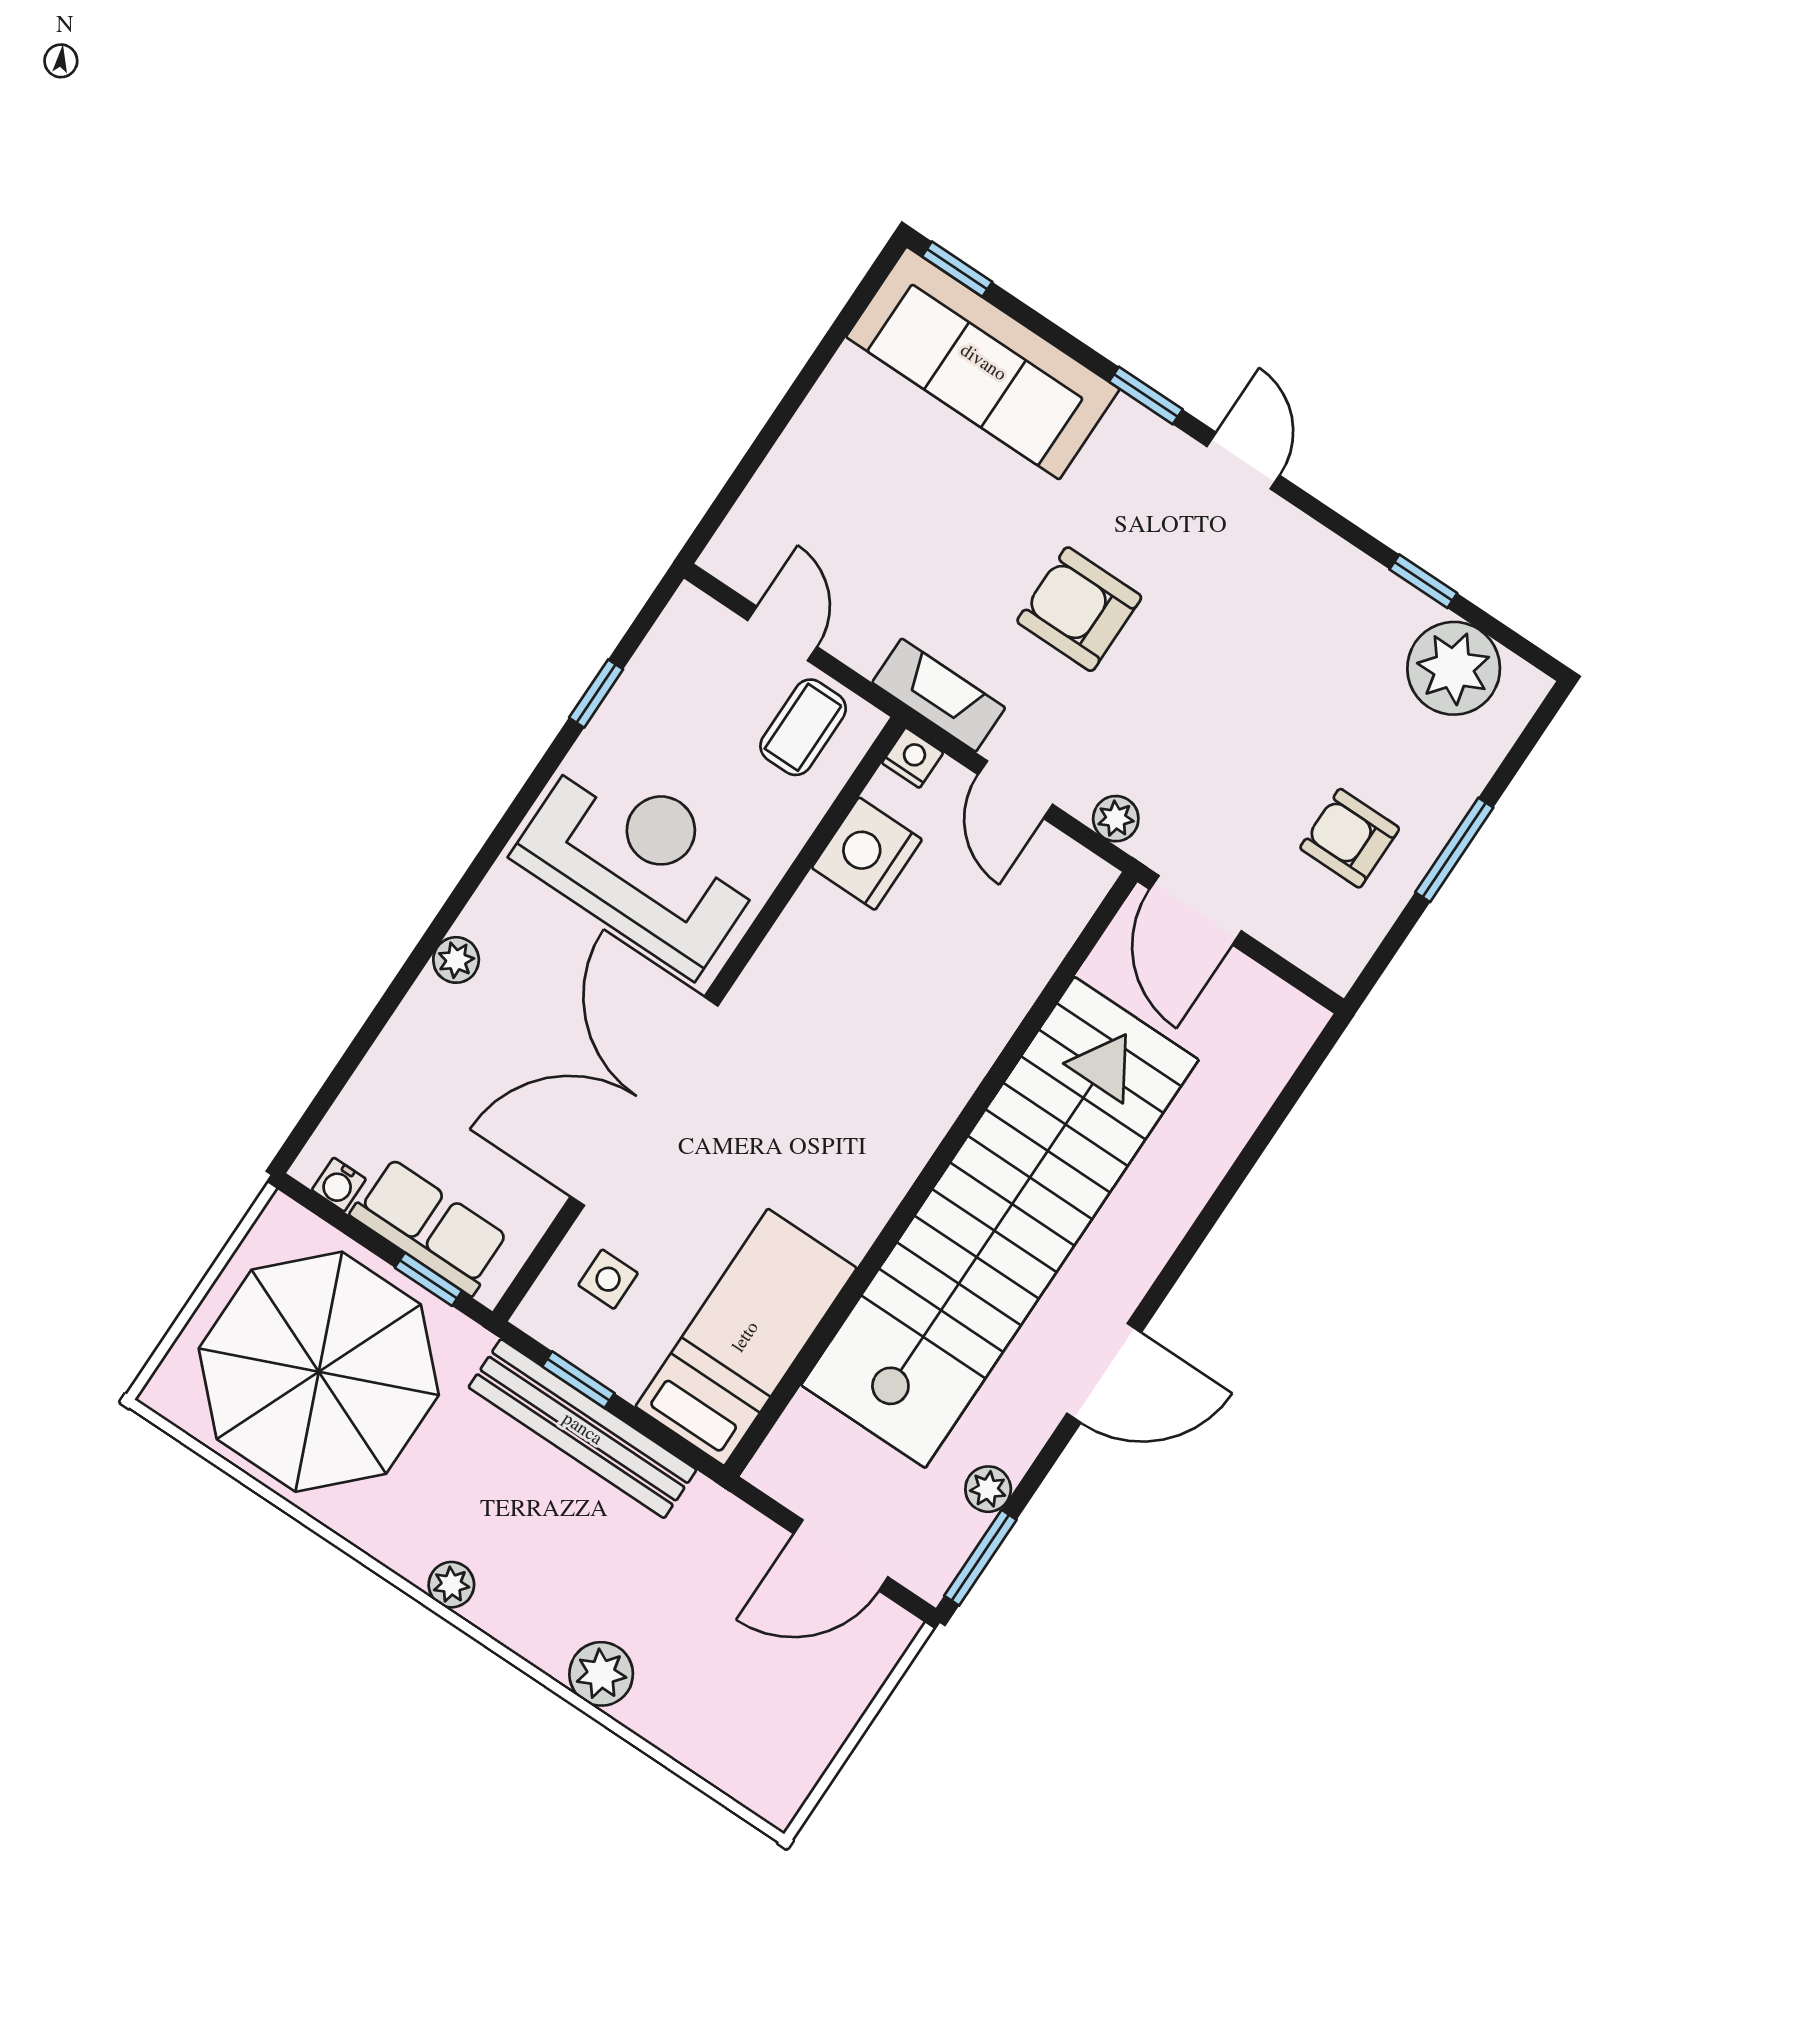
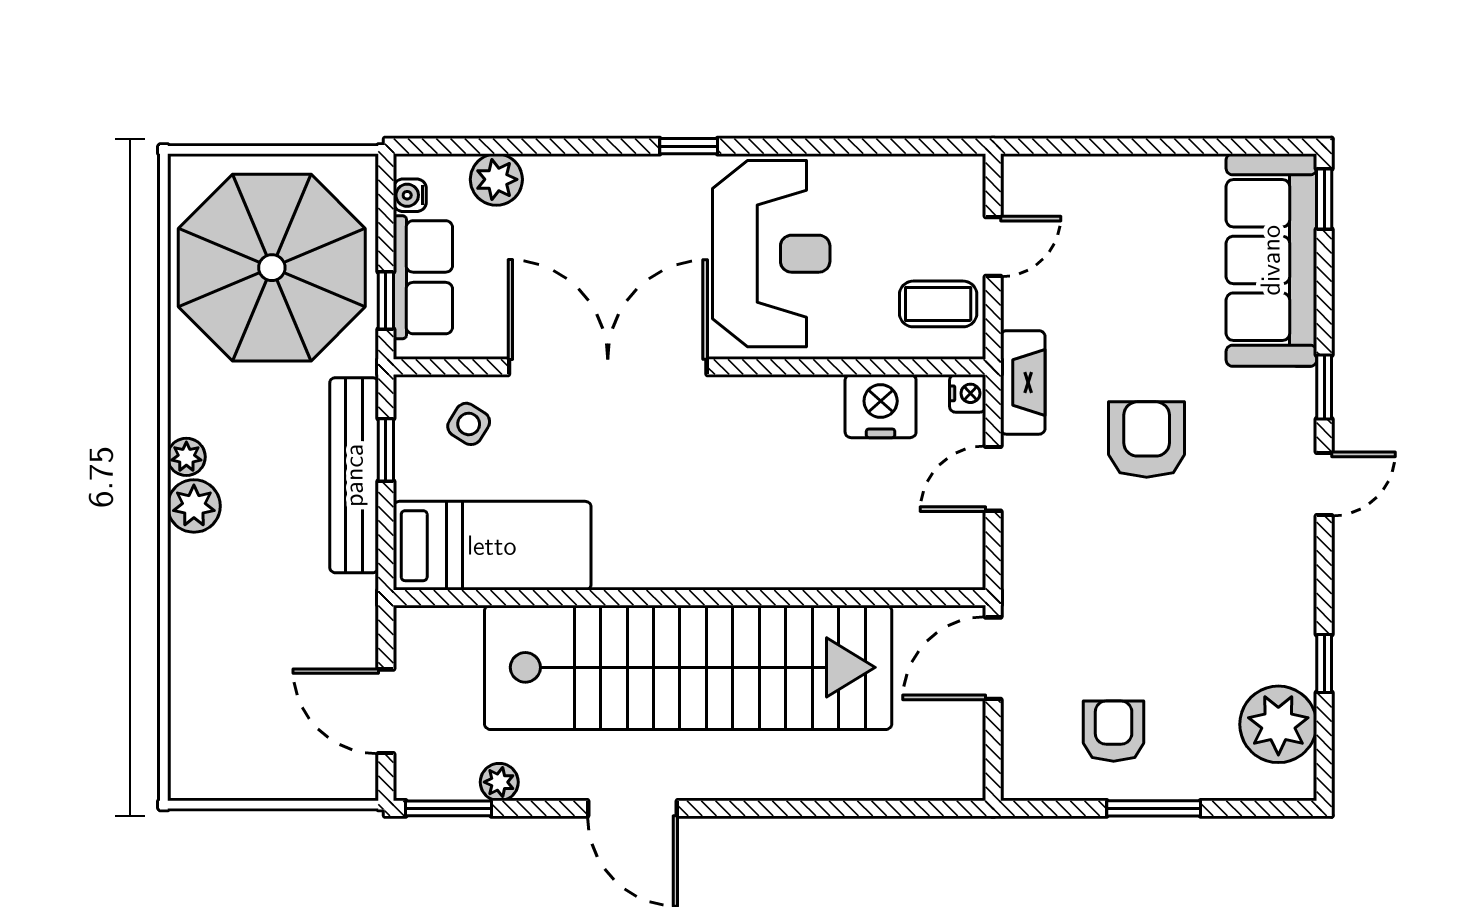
window: (596, 694) -> (689, 146), moved
plant: (1116, 819) -> (1019, 561), removed
plant: (456, 960) -> (496, 179), moved, width x1.38, depth x1.38
side table: (608, 1279) -> (469, 424), turned 32
plant: (601, 1674) -> (194, 506), moved

